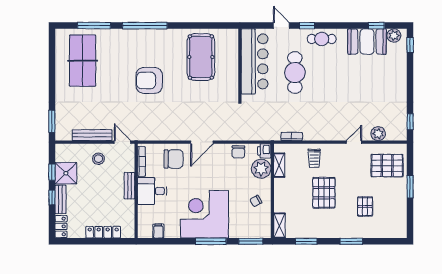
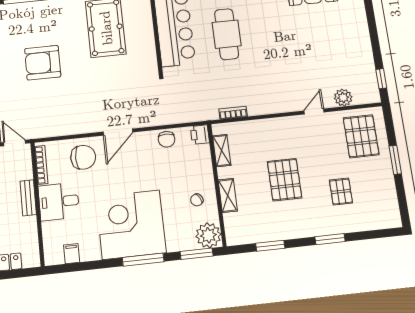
trolley: (314, 158) -> (266, 137), removed
pallet: (387, 166) -> (361, 136), turned 90
plant: (261, 169) -> (208, 235), moved
shelving: (279, 226) -> (228, 195), moved

